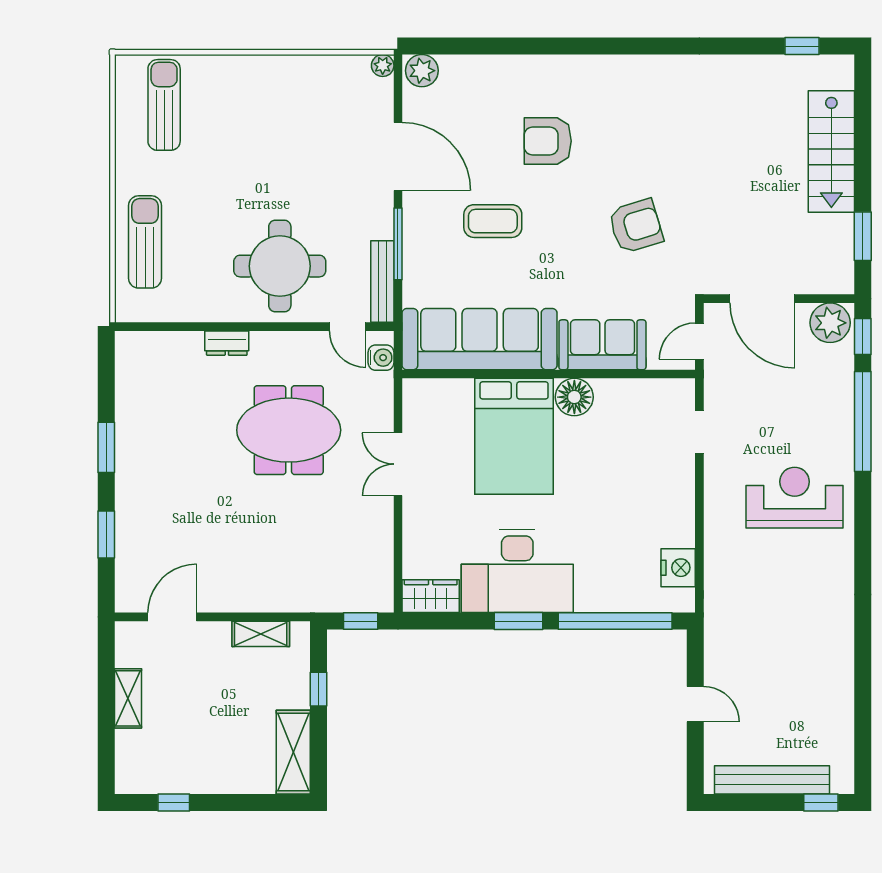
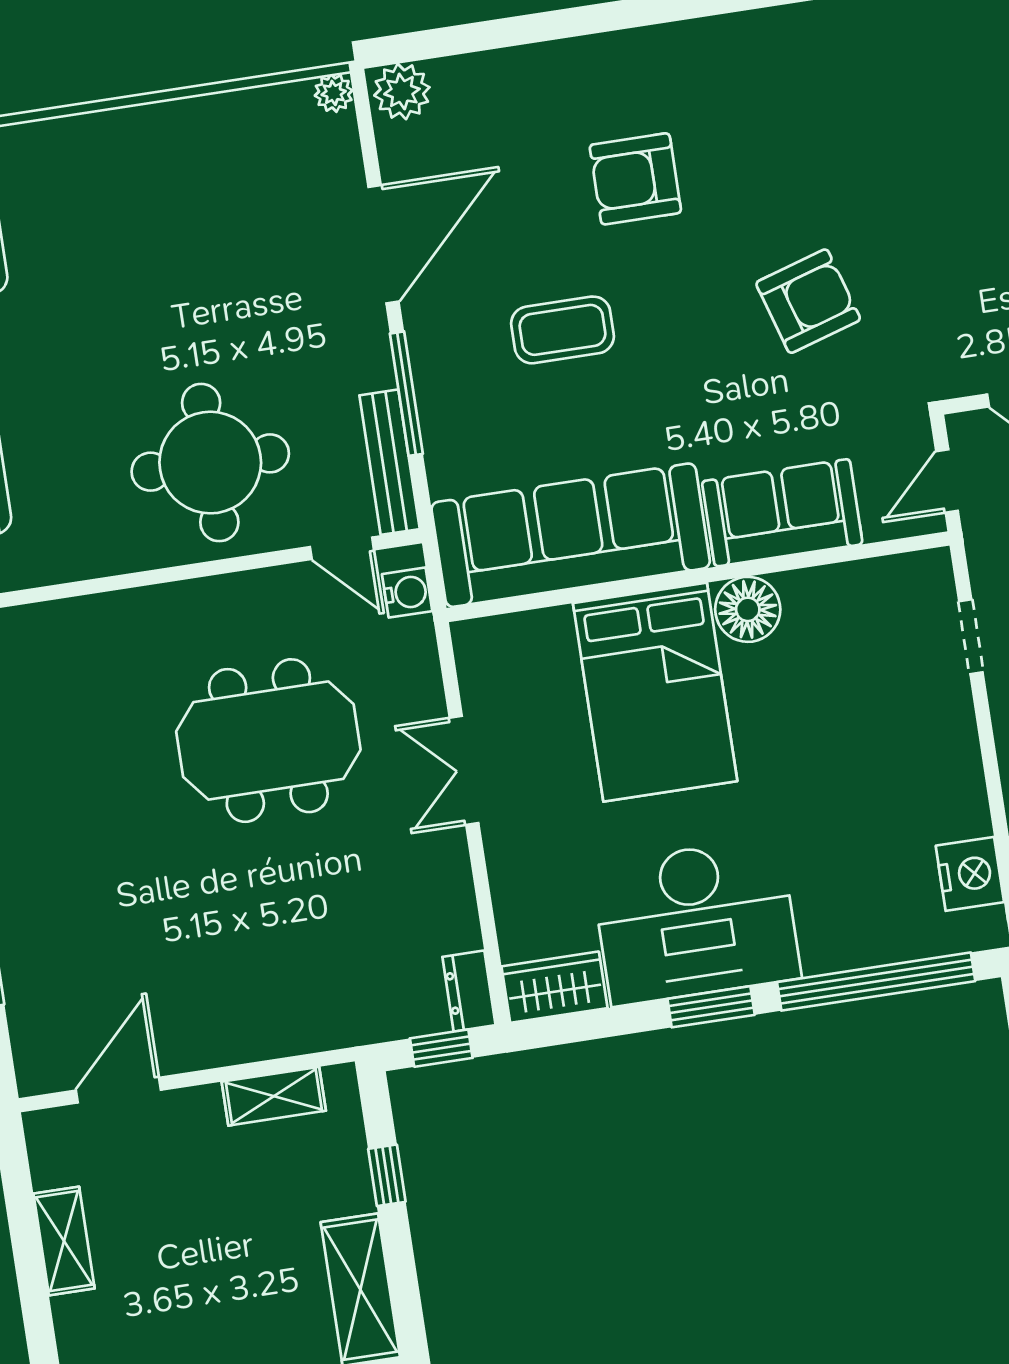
door: (398, 156) -> (384, 244), hinge flipped
dresser: (227, 343) -> (469, 991), moved, turned 90

